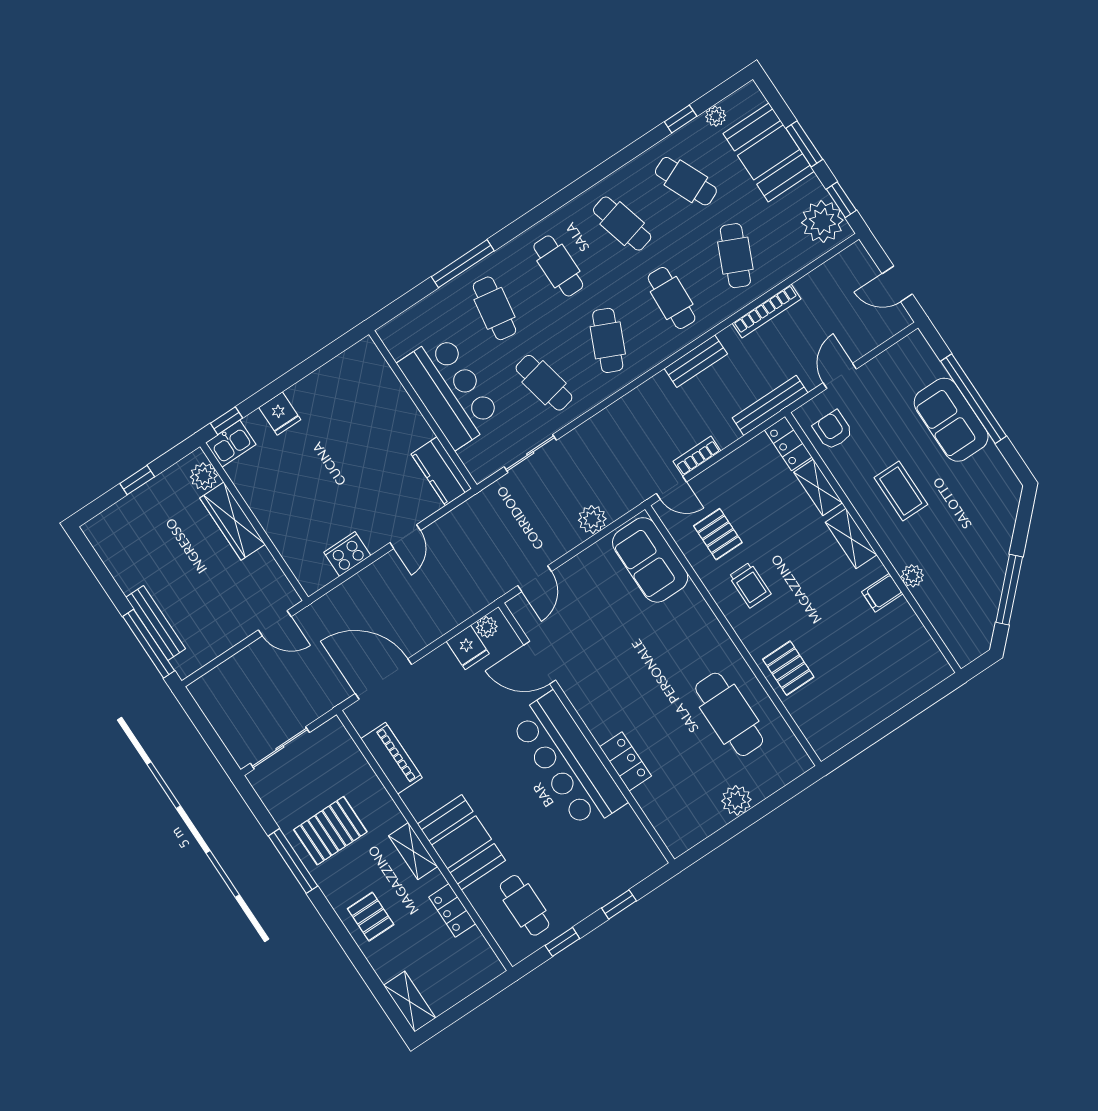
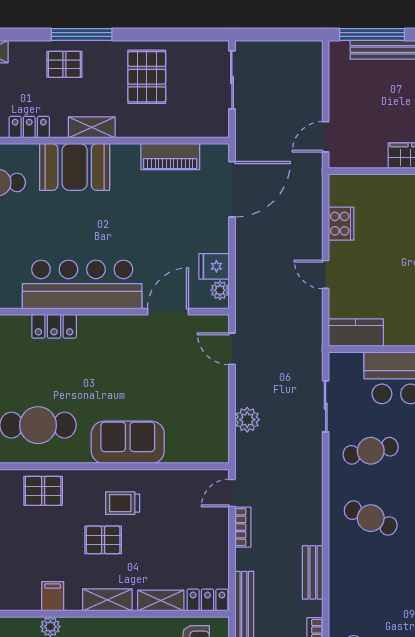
cafe table: (672, 298) -> (371, 585), removed
pallet: (718, 534) -> (103, 540), moved
sofa: (650, 560) -> (128, 442), moved
window: (293, 861) -> (82, 35), moved

